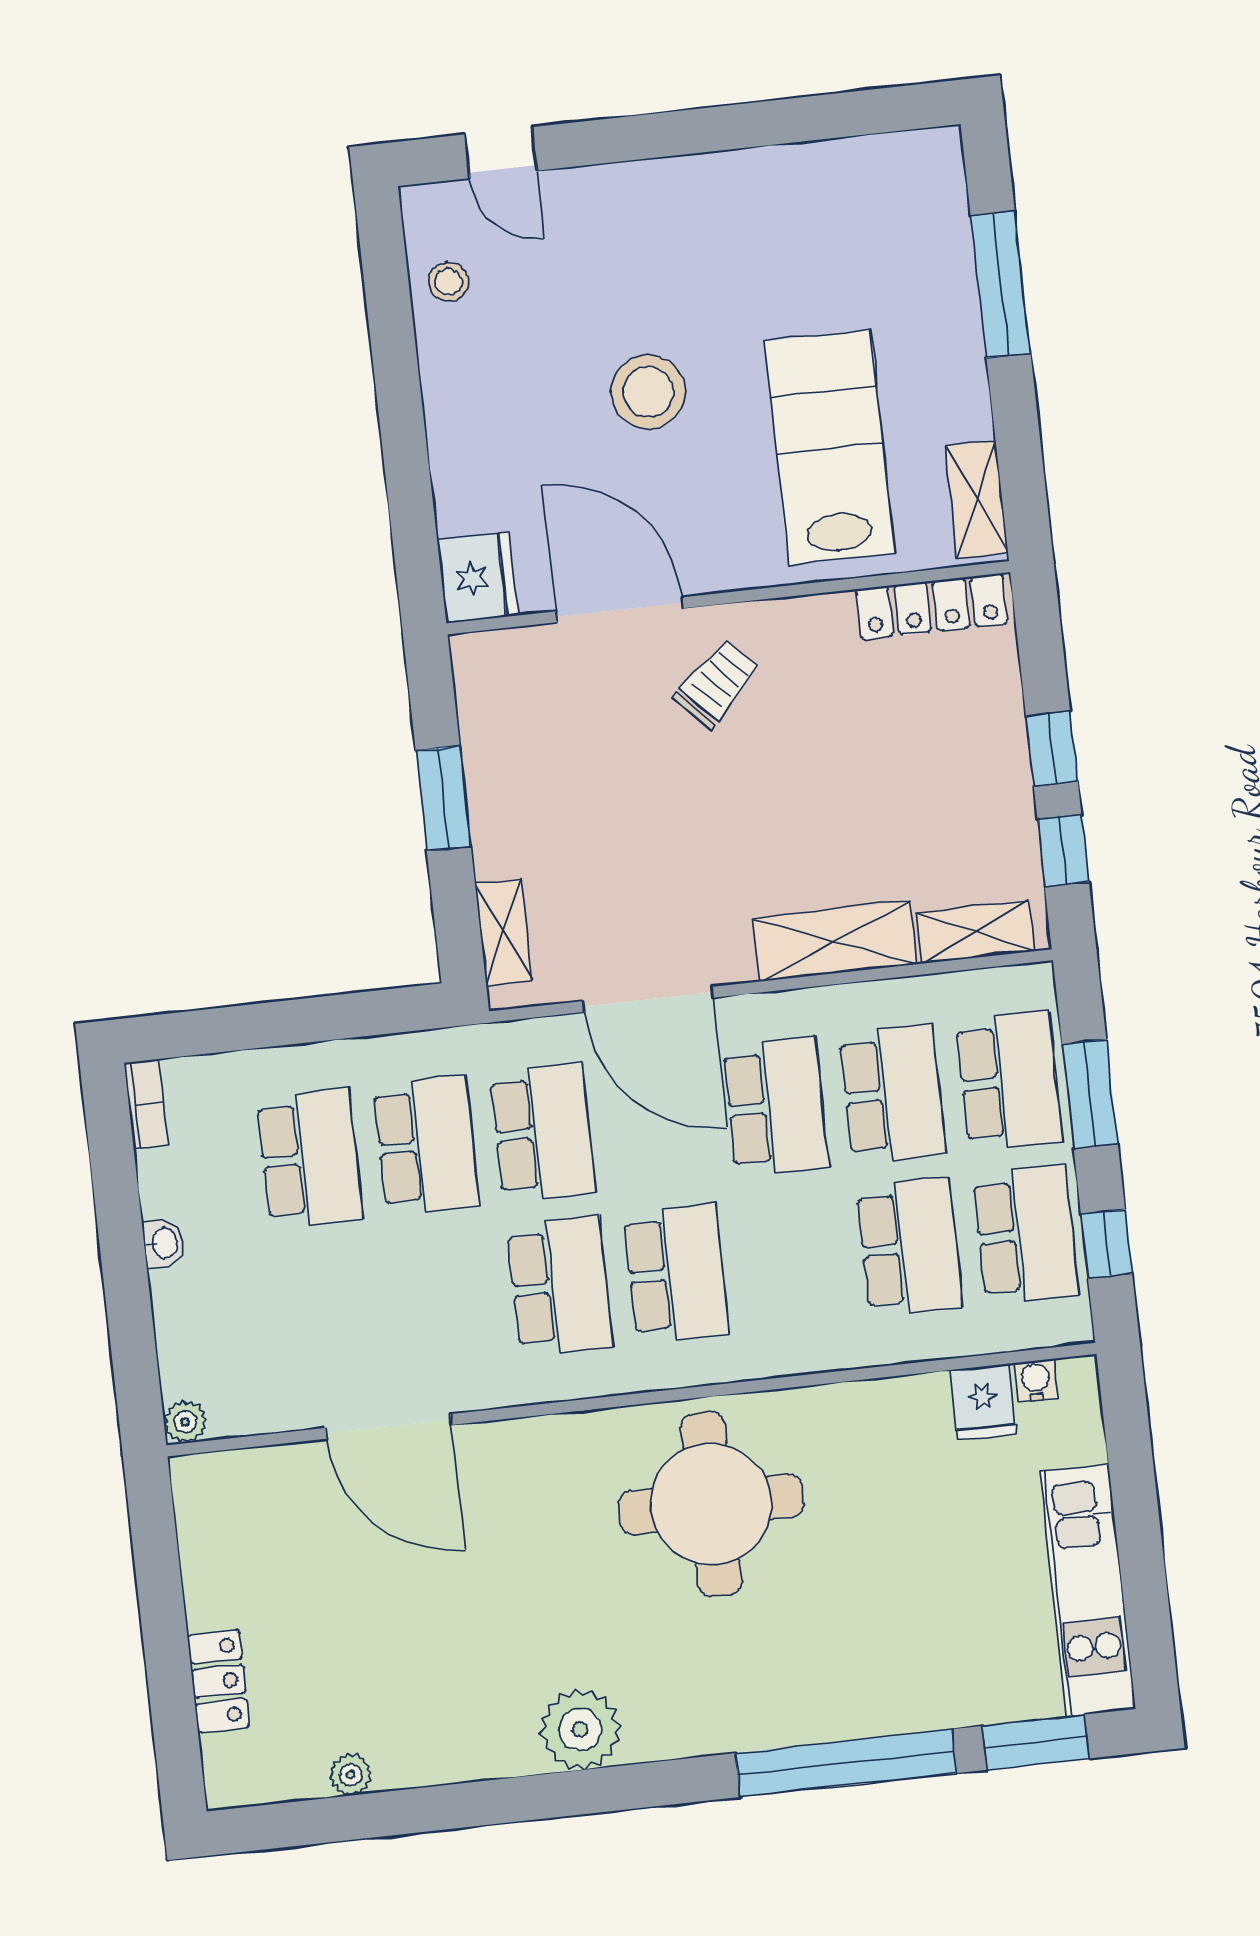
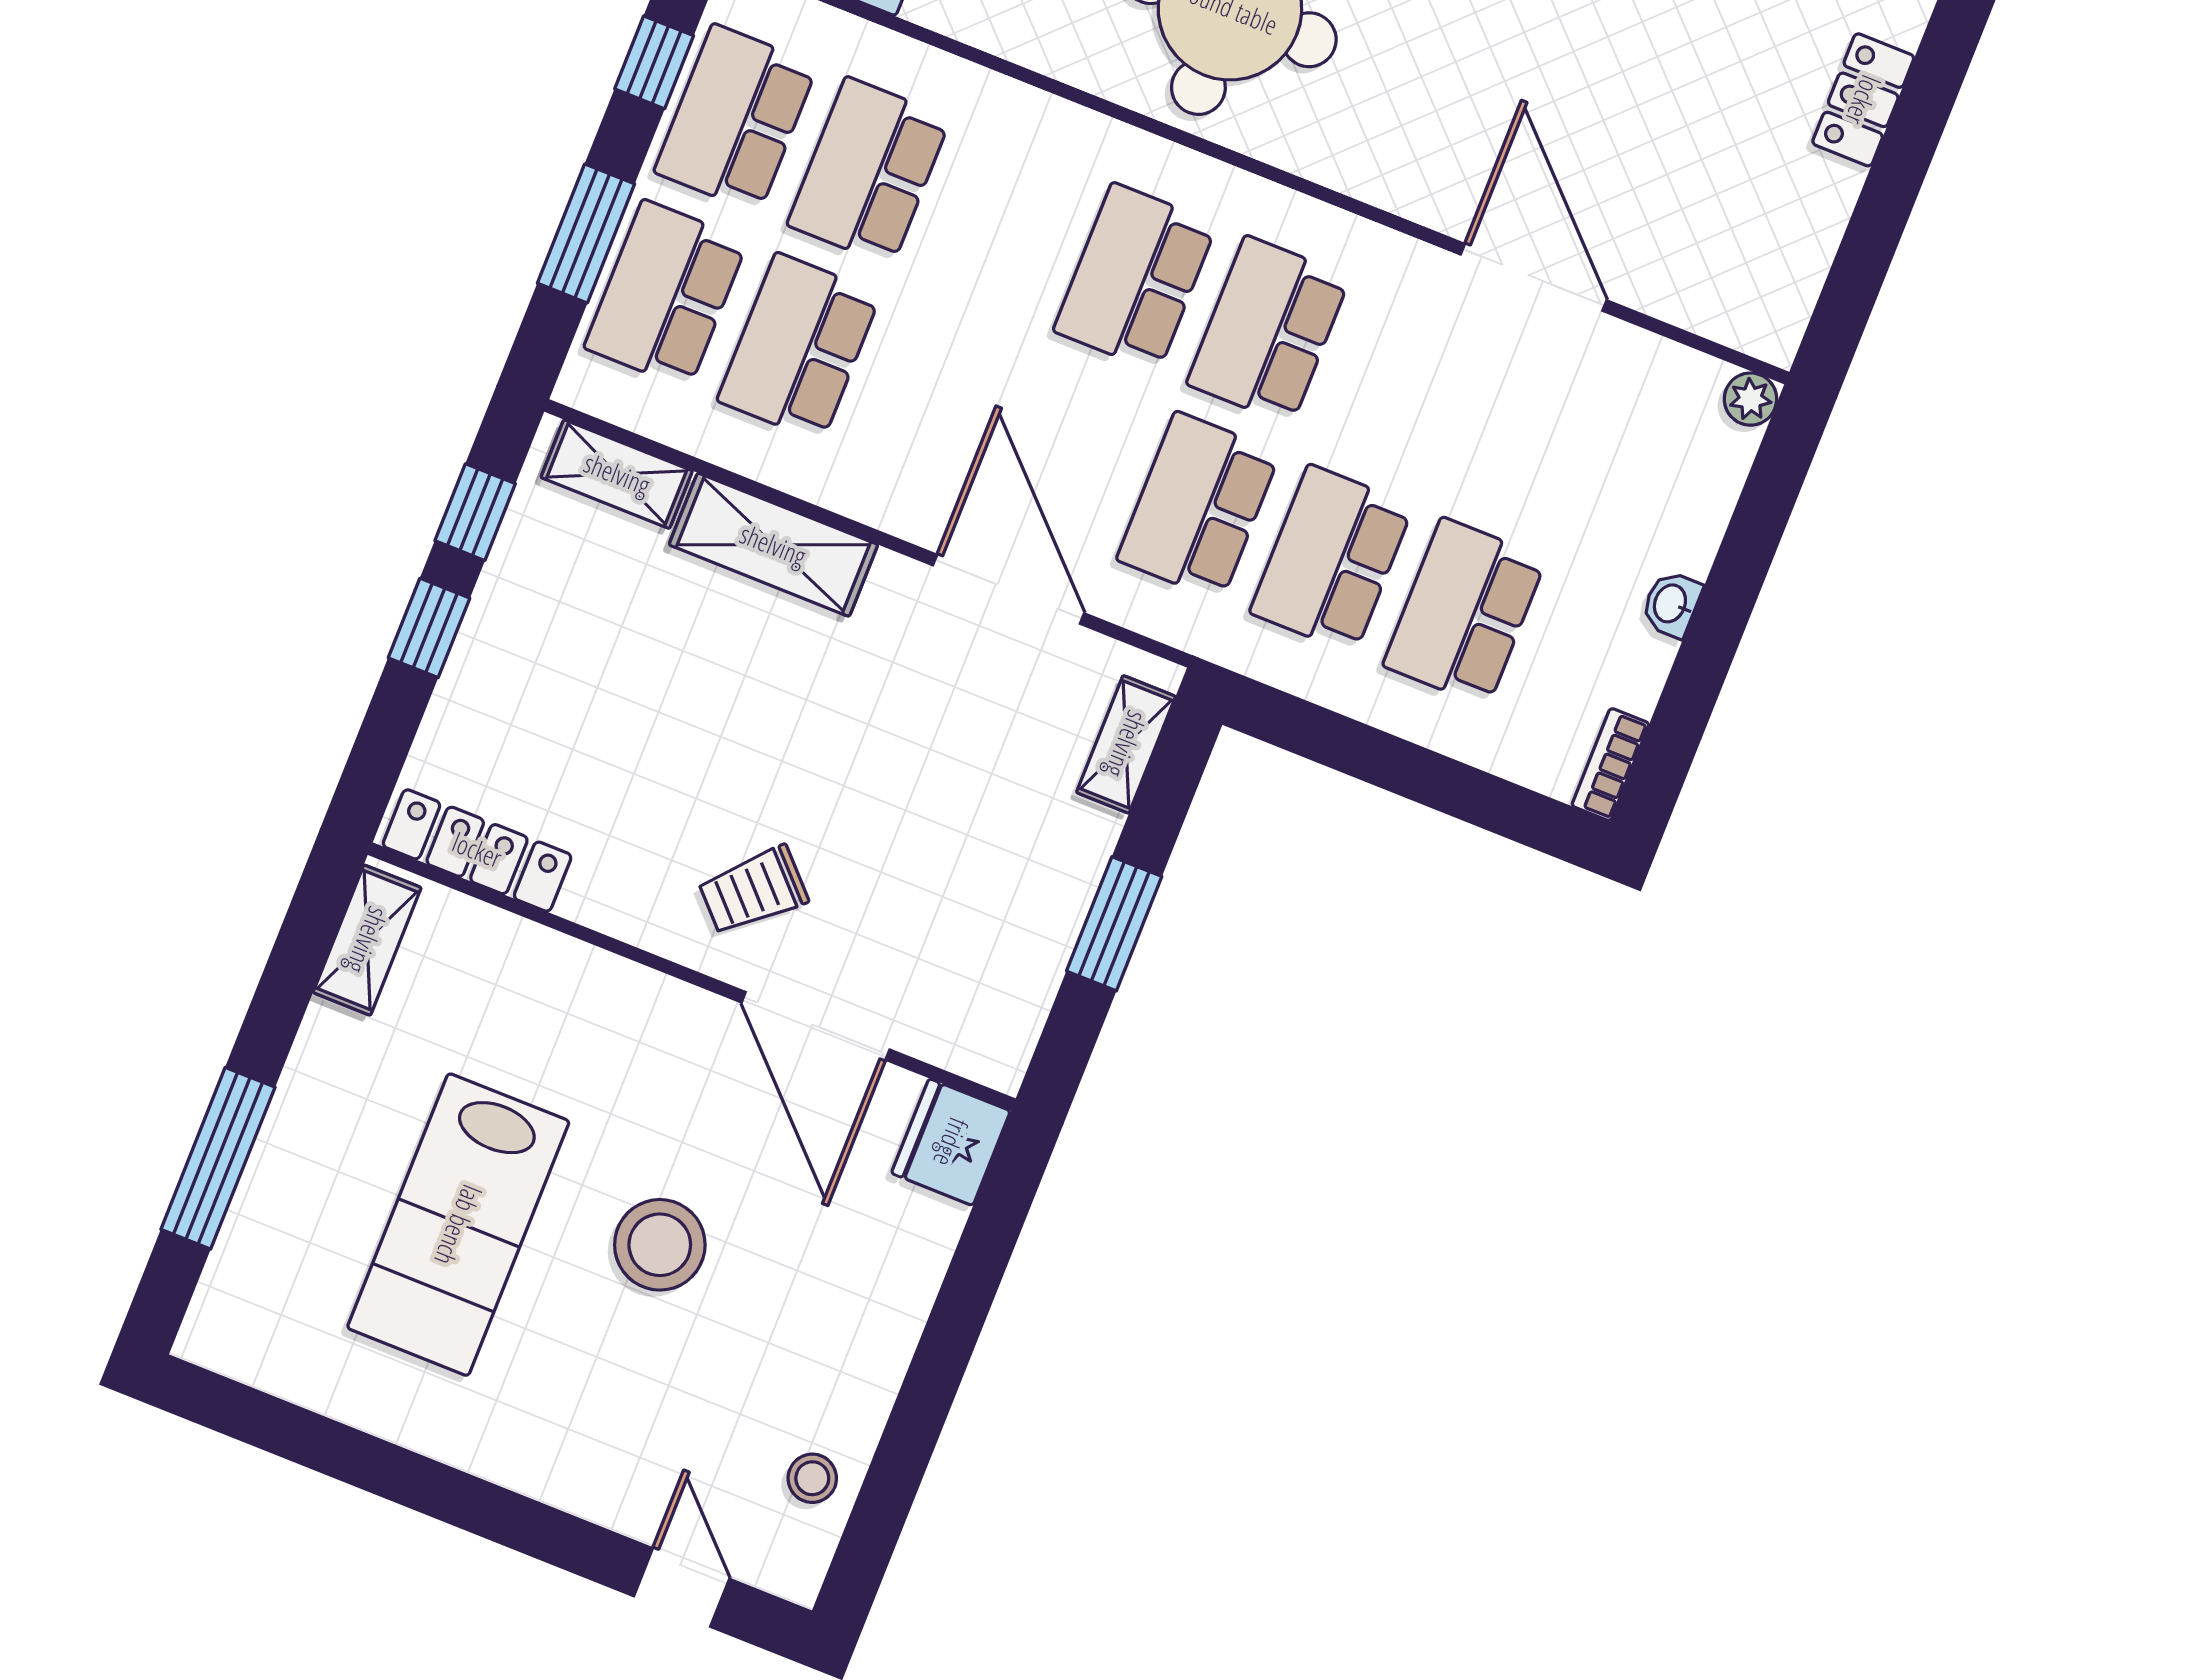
lab bench: (830, 447) -> (458, 1225), moved
school desk: (776, 1107) -> (932, 400), removed

